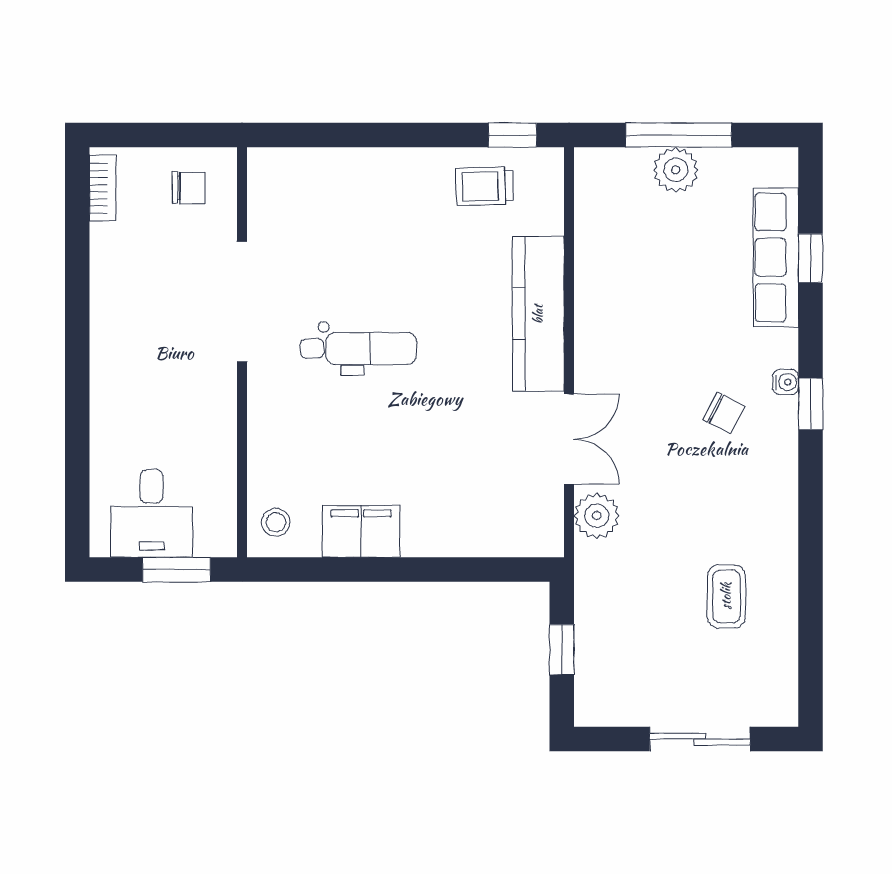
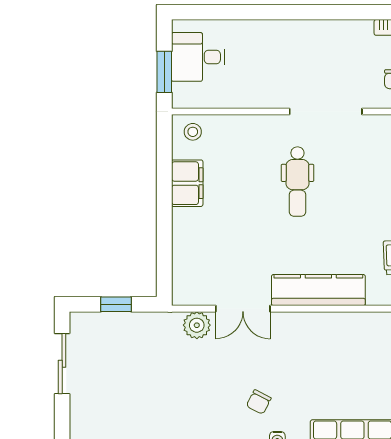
coffee table: (726, 596) -> (148, 403), removed
sliding door: (700, 739) -> (62, 364), moved

